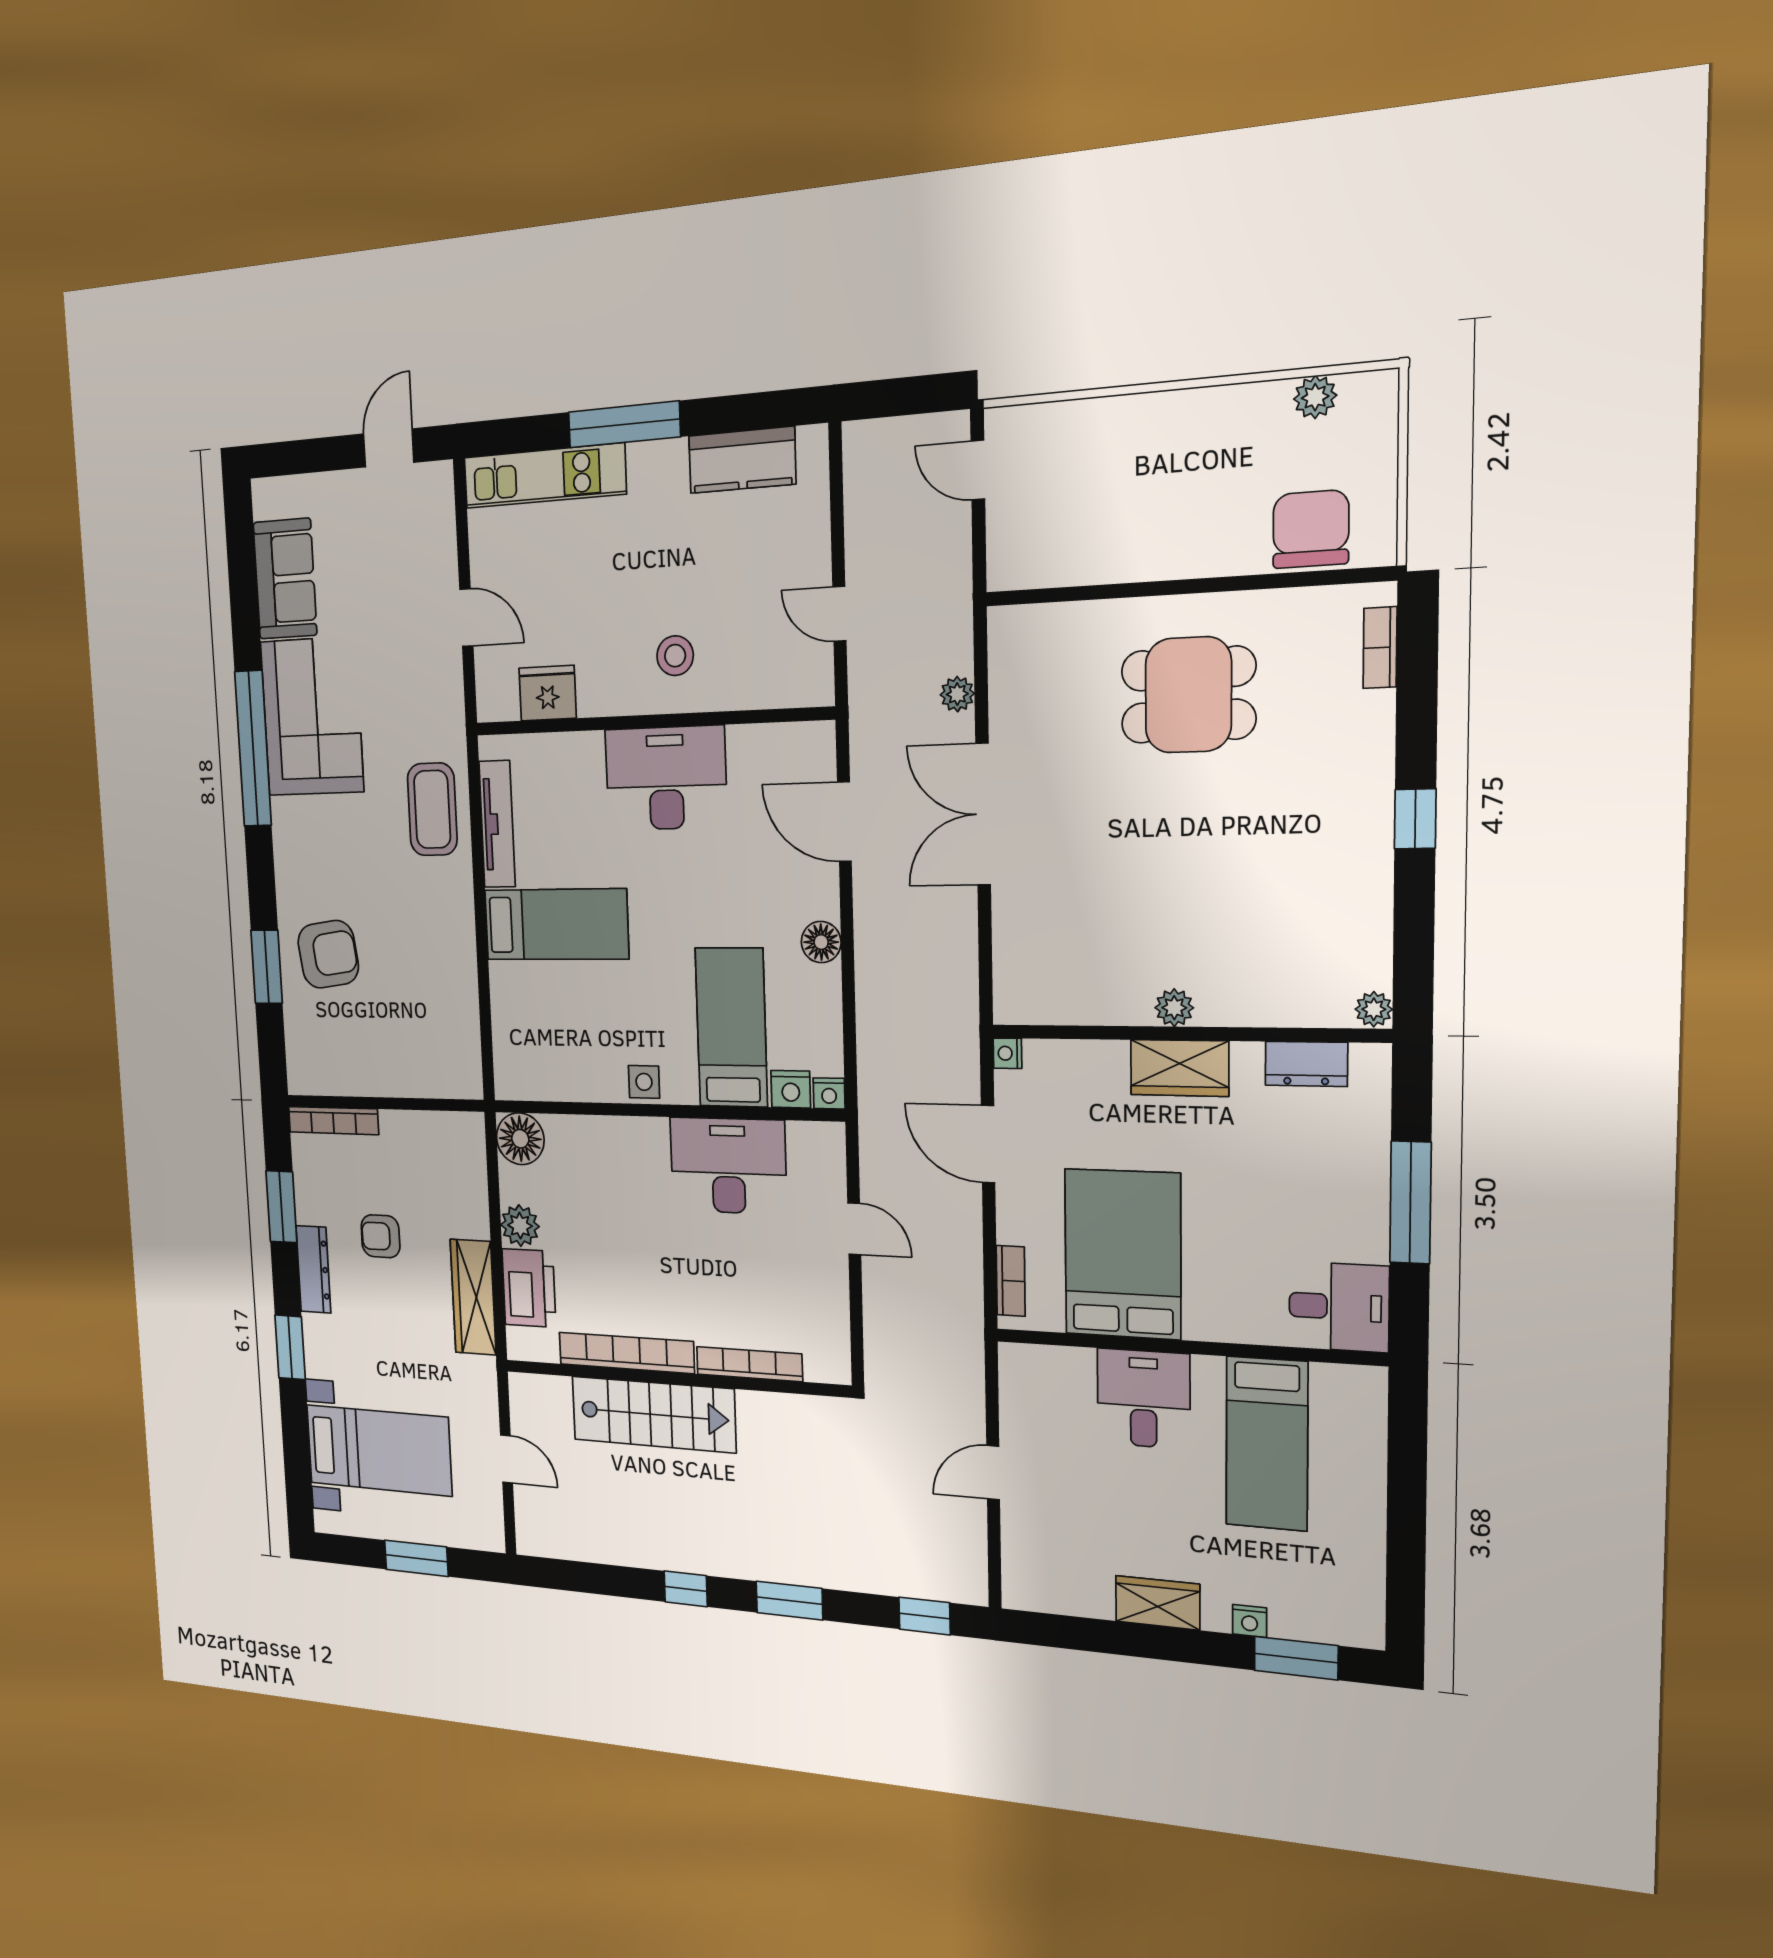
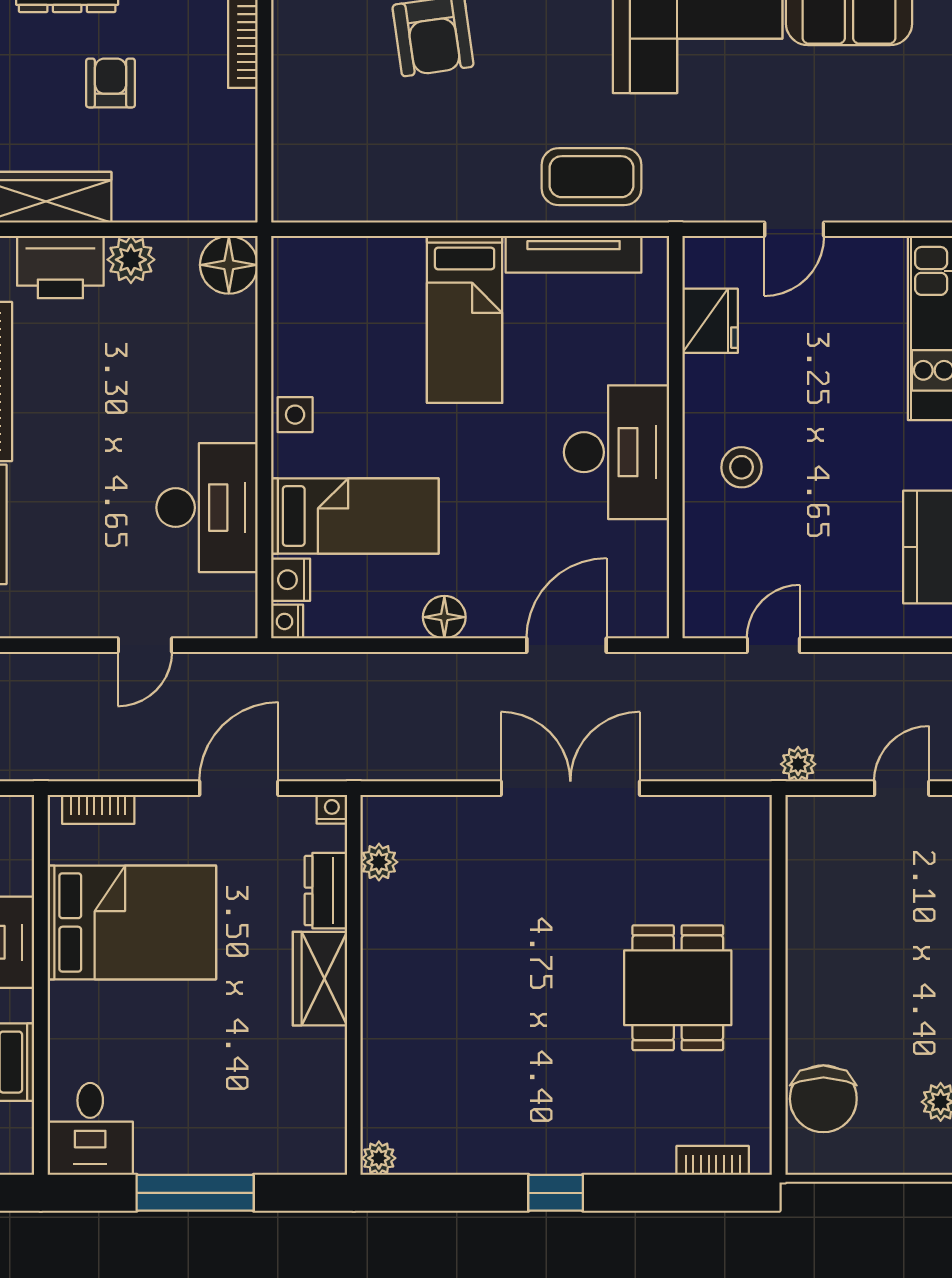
chair: (1311, 529) -> (823, 1099), turned 90
plant: (957, 694) -> (798, 764), moved
plant: (1174, 1008) -> (379, 862), moved
dresser: (1306, 1064) -> (326, 891), moved

